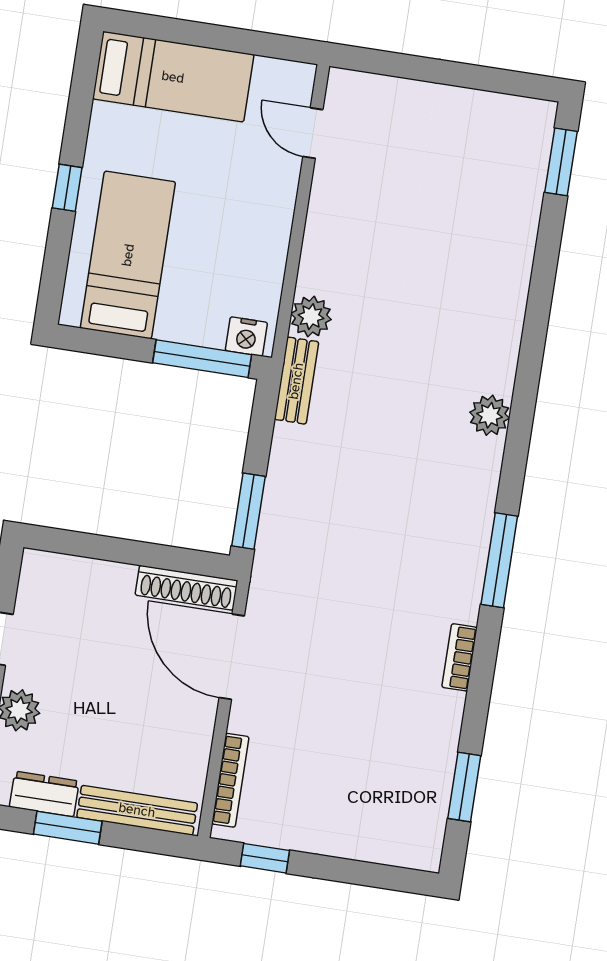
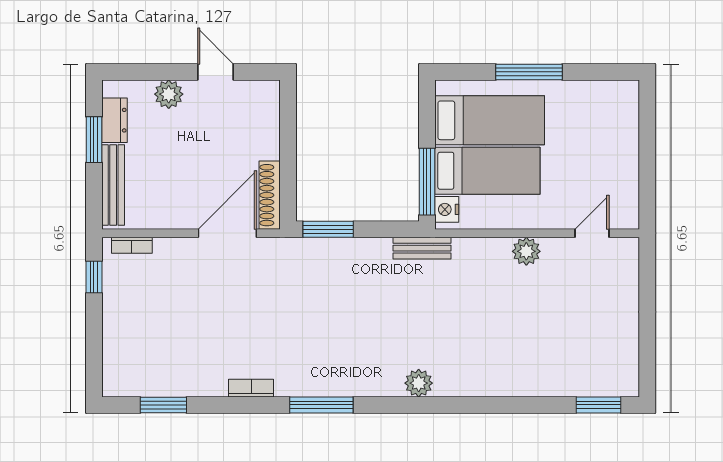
bed: (173, 77) -> (487, 171), moved, turned -90
window: (67, 188) -> (529, 72), width x2.17
plant: (311, 317) -> (526, 251), moved
bookcase: (230, 780) -> (132, 245), width x0.64

